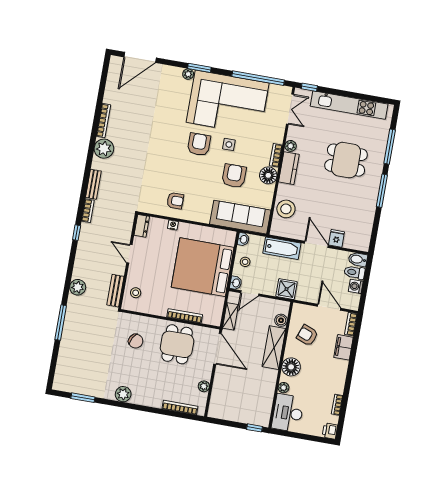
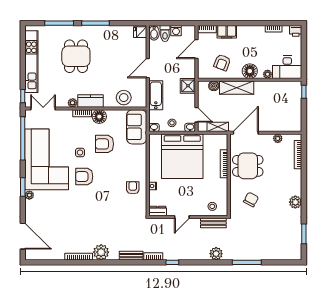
sofa: (240, 217) -> (137, 127), width x0.73
fridge: (336, 238) -> (140, 32), moved

